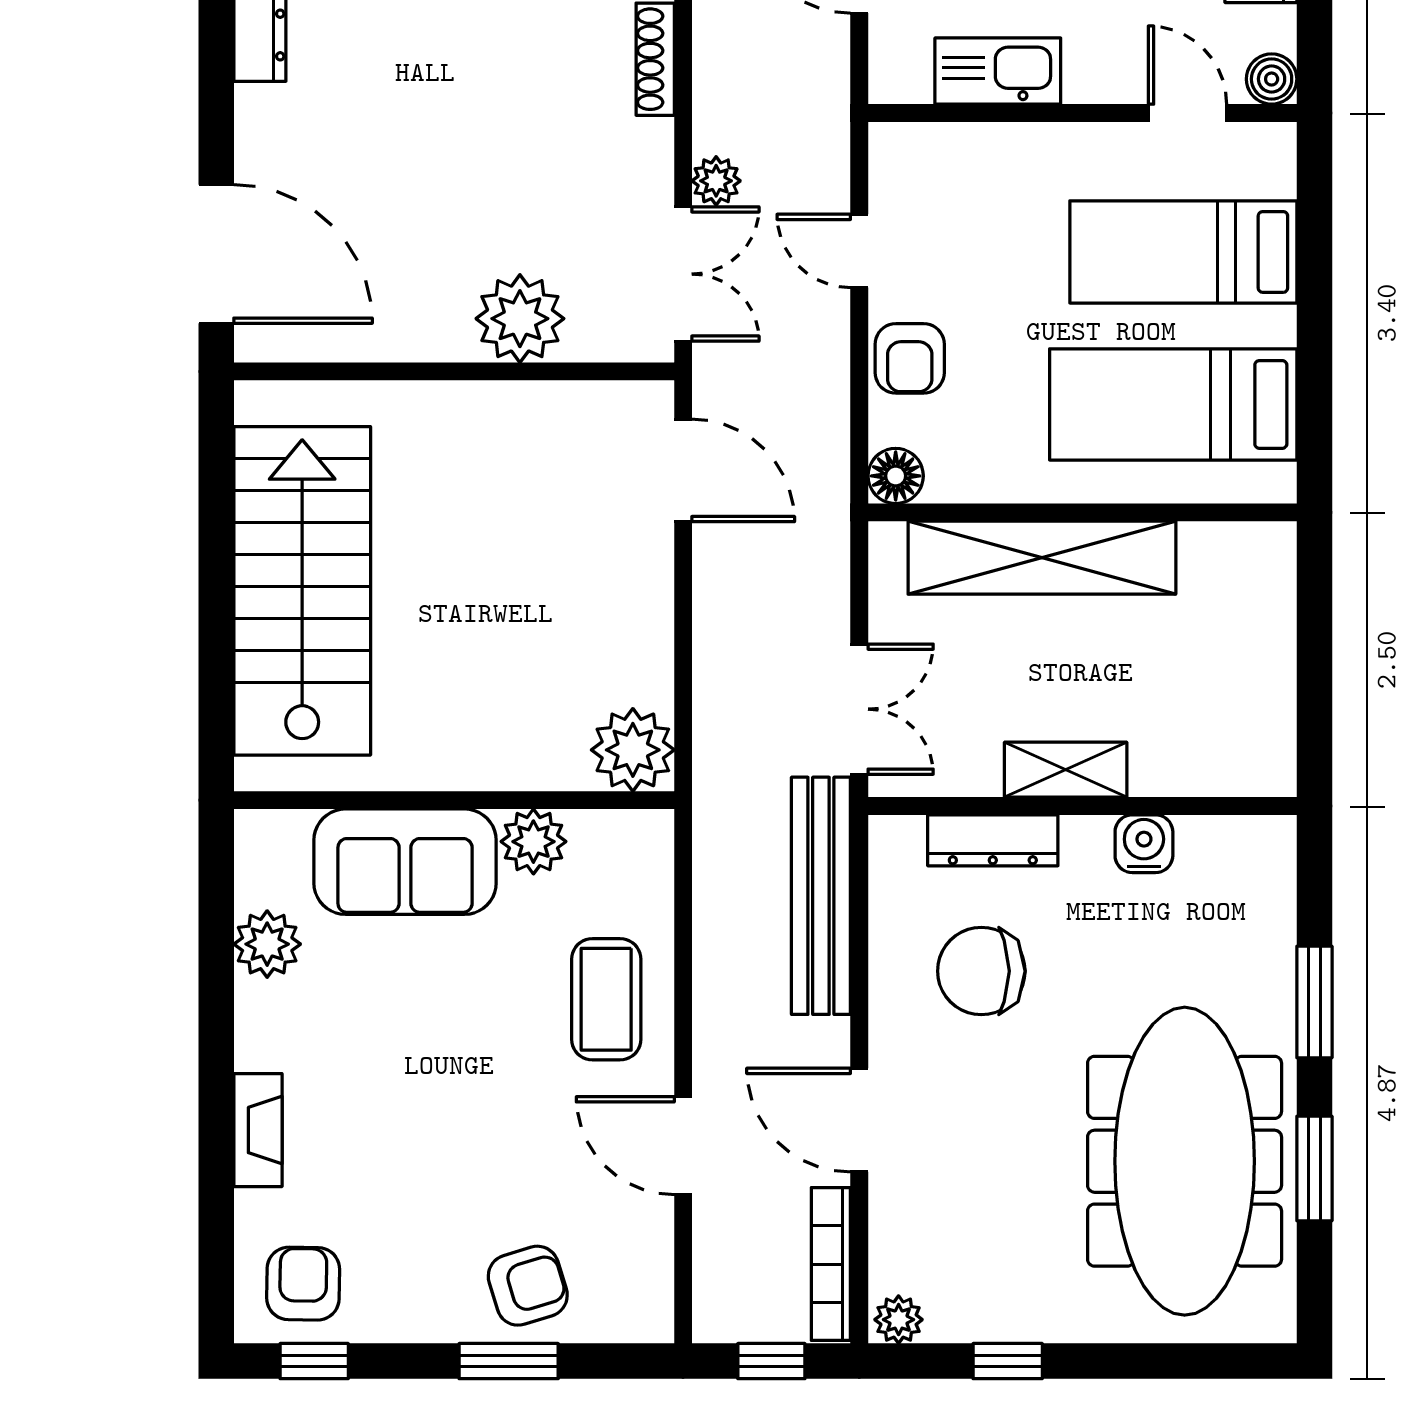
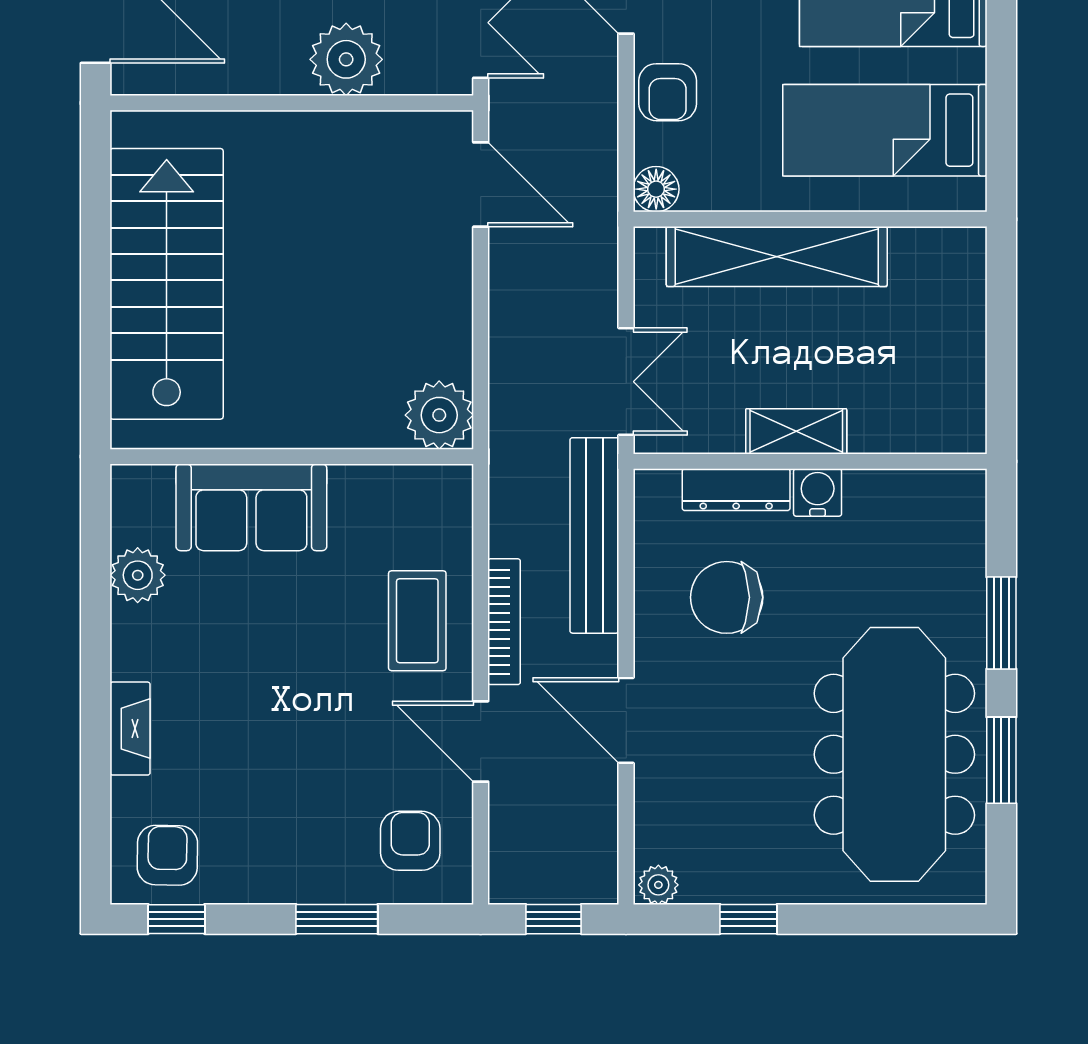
plant: (533, 842) -> (357, 491), removed
water cooler: (1144, 844) -> (818, 492), moved
bookcase: (831, 1264) -> (504, 622), moved, turned 180
armchair: (528, 1286) -> (410, 841), moved, turned -73

